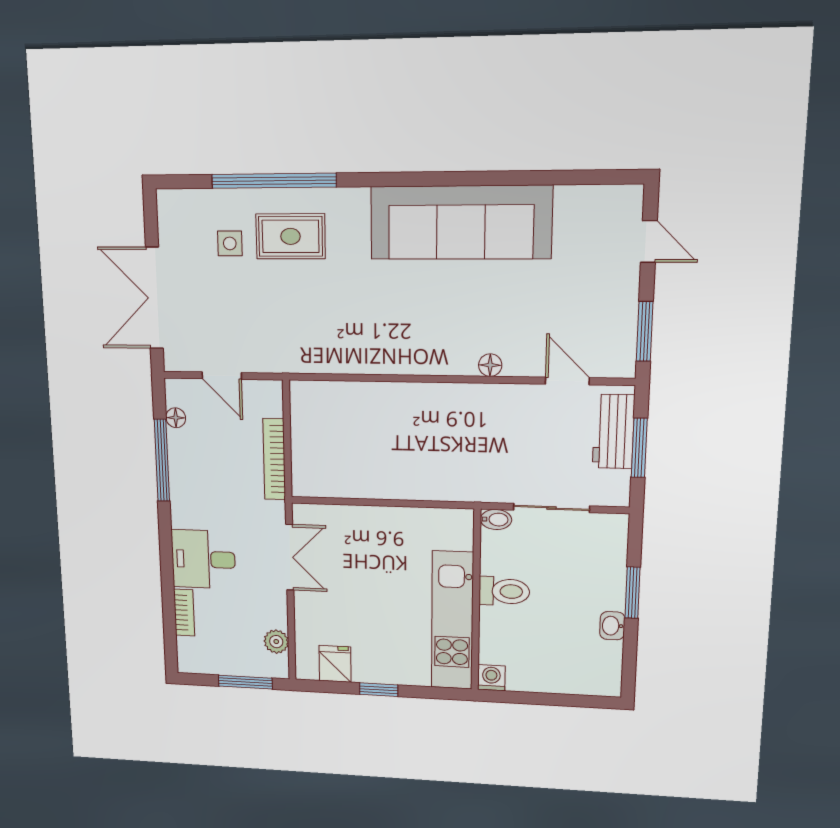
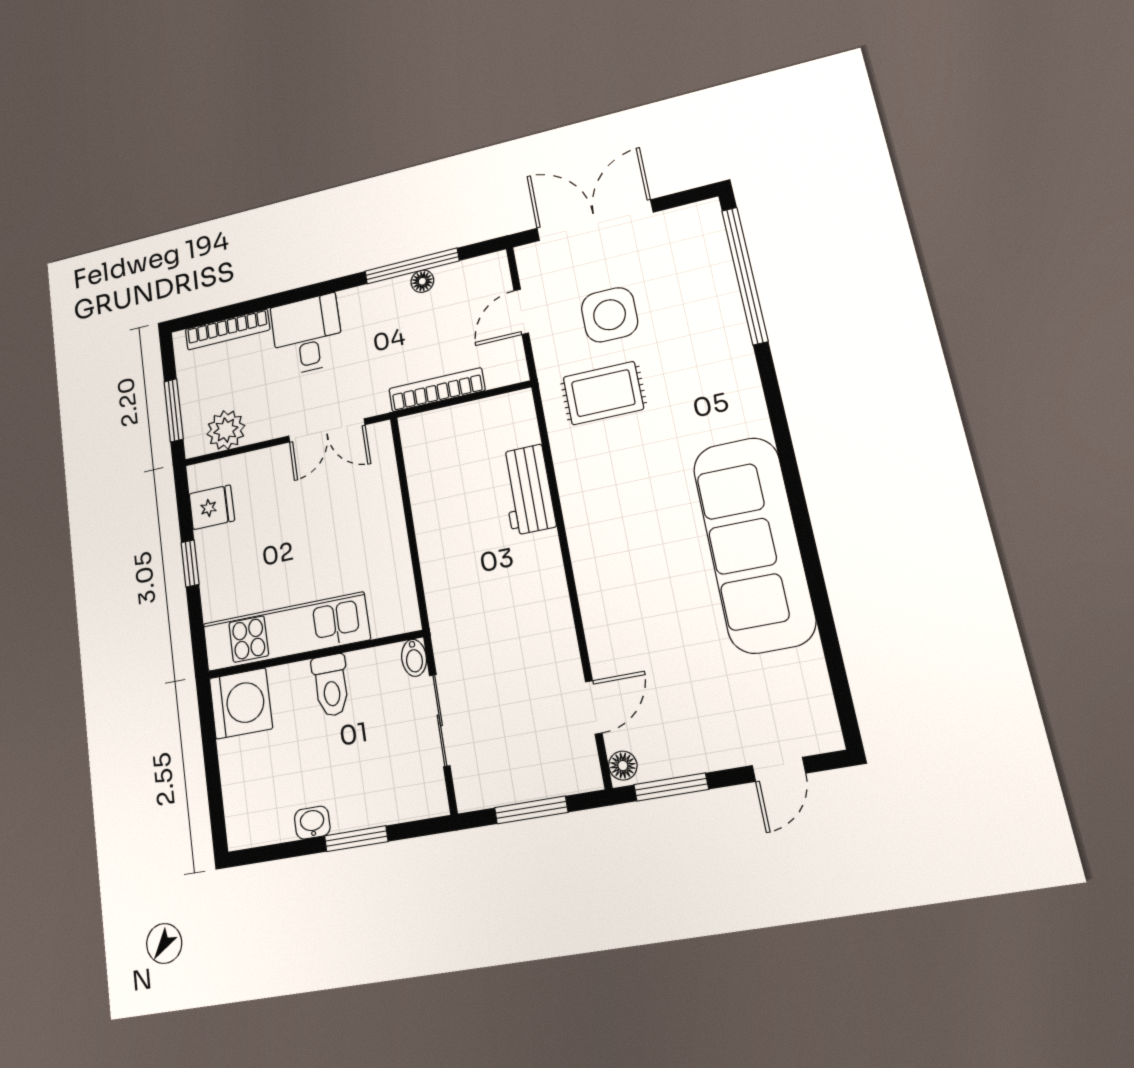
window: (274, 181) -> (745, 275), moved
rug: (291, 236) -> (603, 393), moved, turned 90
side table: (230, 243) -> (610, 315), moved, width x1.87, depth x1.87
floor lamp: (490, 365) -> (623, 766), moved
floor lamp: (176, 418) -> (422, 281), moved
workbench: (613, 432) -> (527, 490), moved, turned -90
bookcase: (184, 613) -> (227, 330), width x1.56
plant: (276, 642) -> (226, 430), width x1.38, depth x1.38
washing machine: (491, 678) -> (241, 703), width x1.89, depth x1.89

